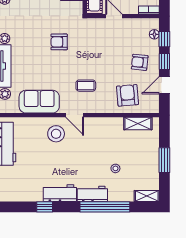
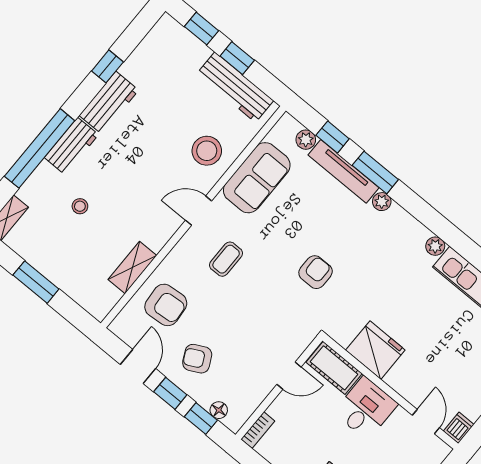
armchair: (140, 62) -> (197, 359), turned -123
shelving: (138, 123) -> (132, 268), moved
stool: (56, 134) -> (207, 151), moved

